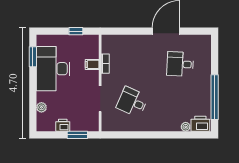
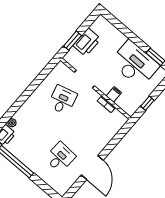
desk: (132, 102) -> (62, 100), turned -39
plant: (41, 107) -> (114, 32), removed
printer: (63, 125) -> (87, 42), width x1.87, depth x1.48

